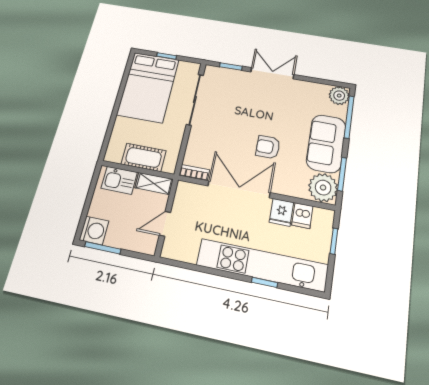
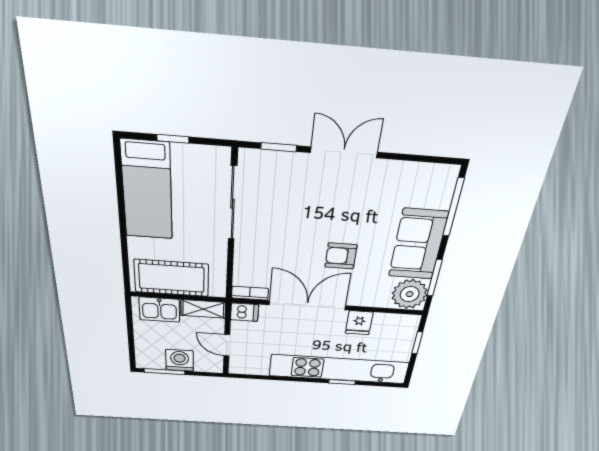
bed: (148, 87) -> (147, 191), width x0.67
plant: (339, 96) -> (443, 178), removed
cot: (144, 157) -> (172, 278), width x1.37, depth x1.34
dishwasher: (302, 216) -> (245, 312), moved, turned -90
door: (165, 224) -> (227, 345), hinge flipped
washing machine: (94, 230) -> (180, 360), moved, turned -90

